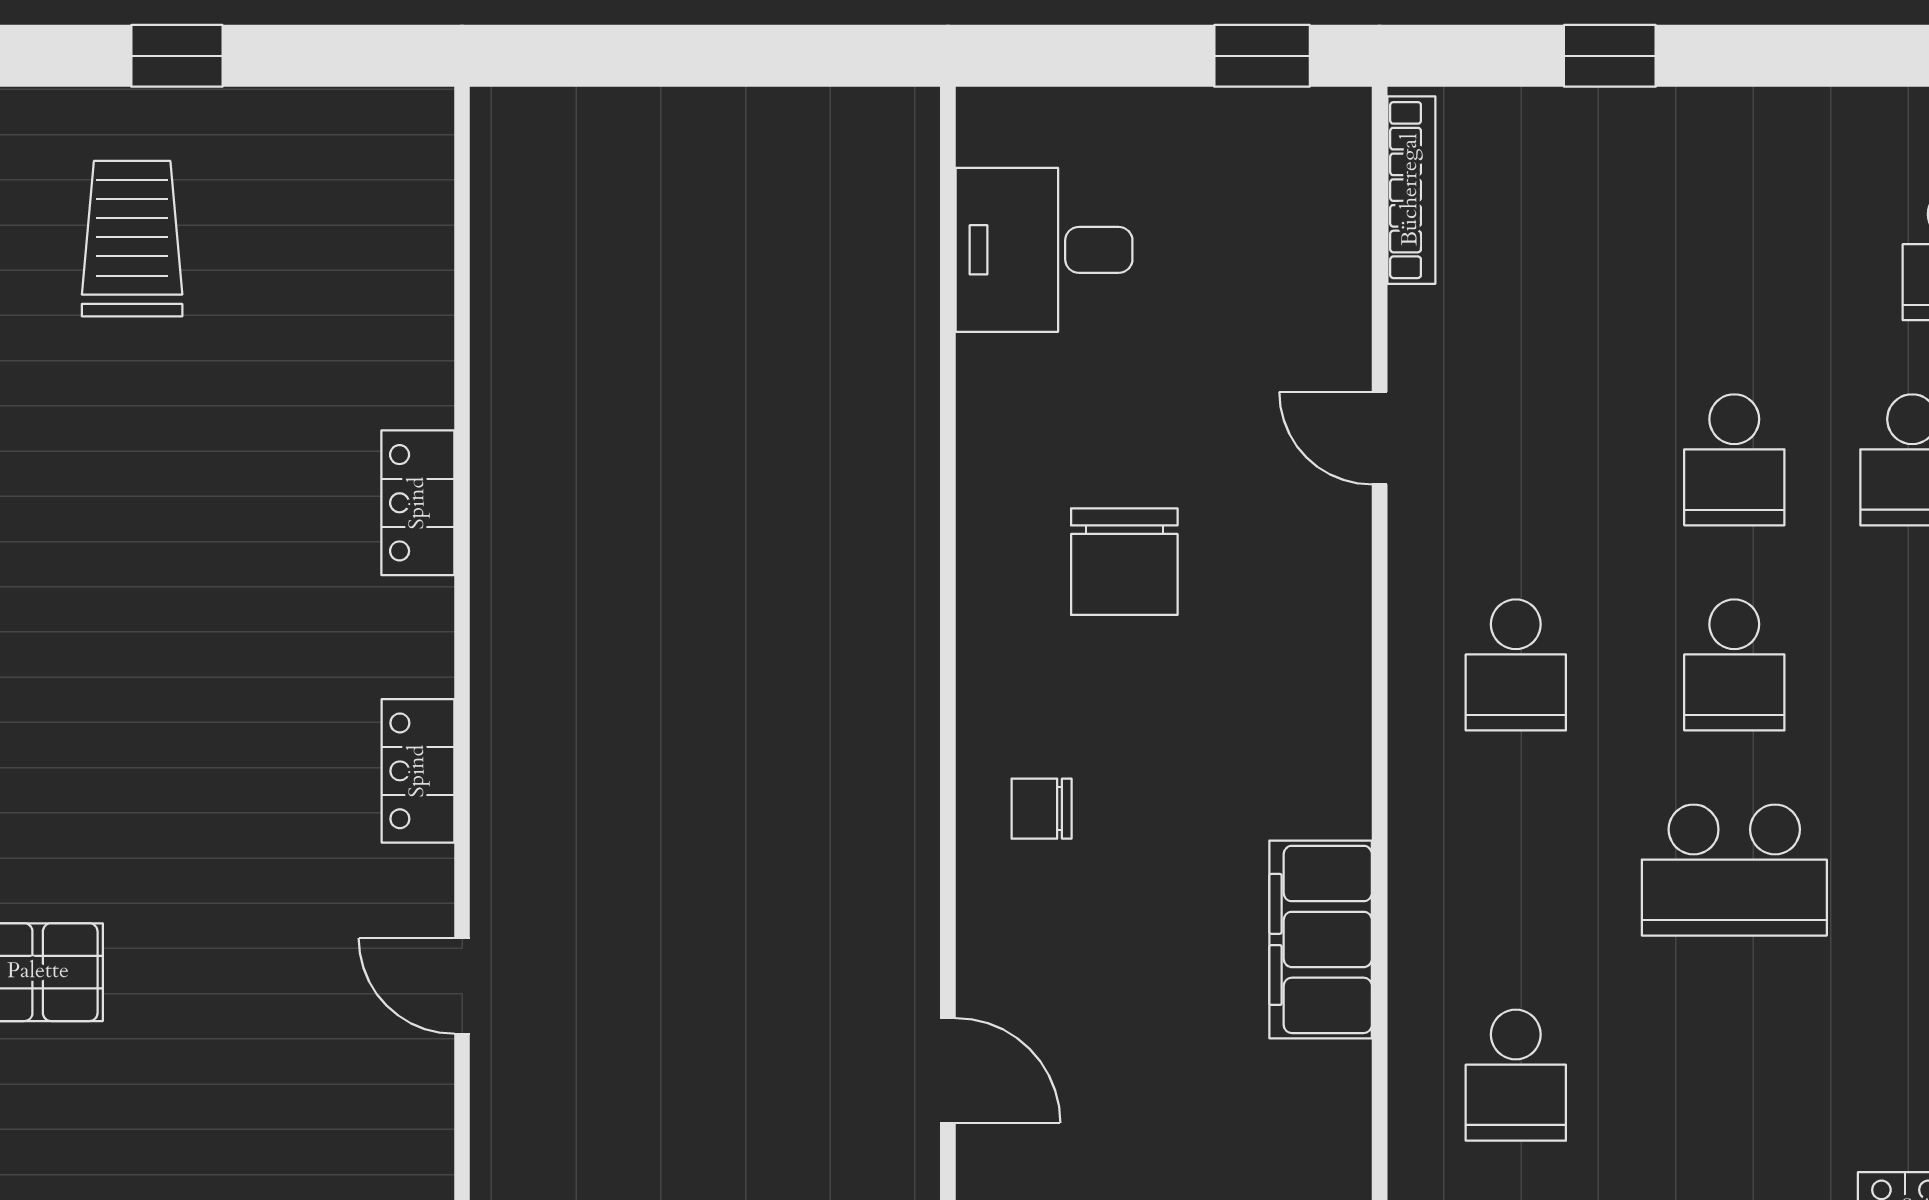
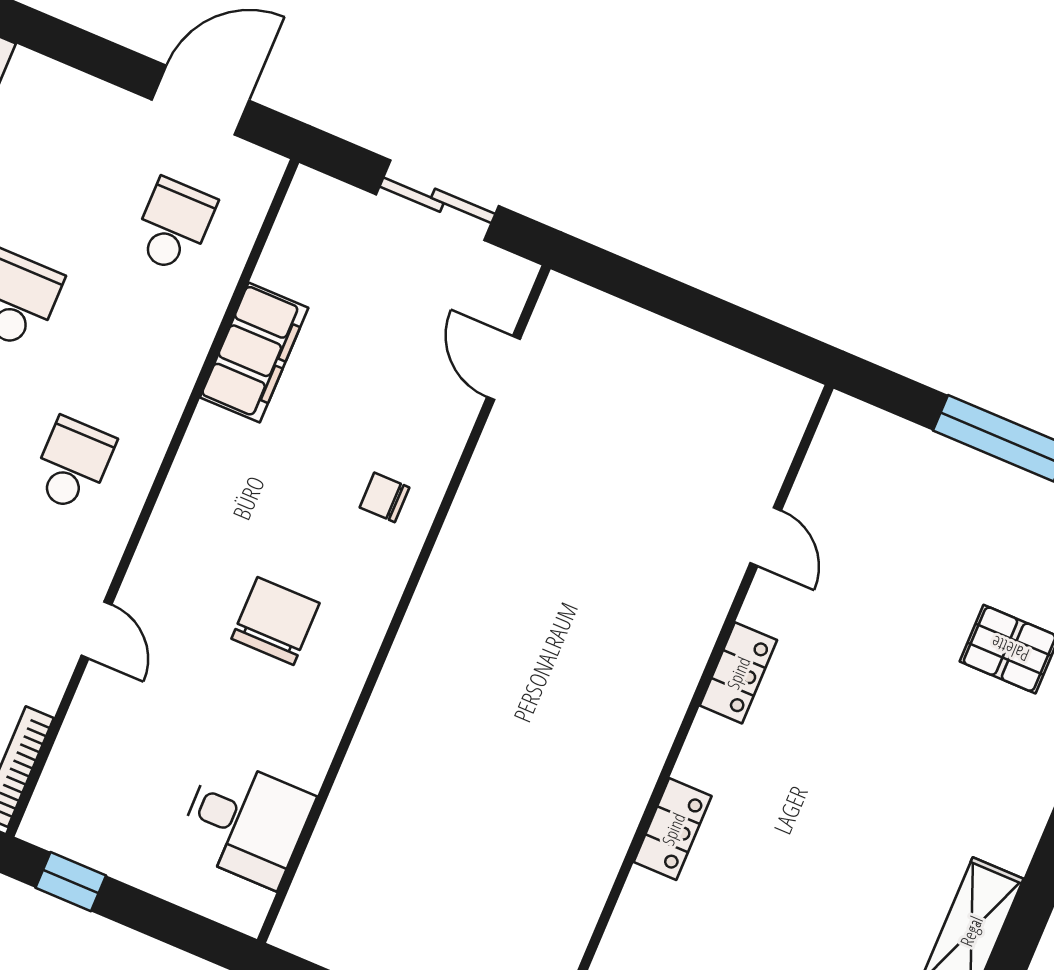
chair: (1042, 809) -> (384, 497), turned 180

